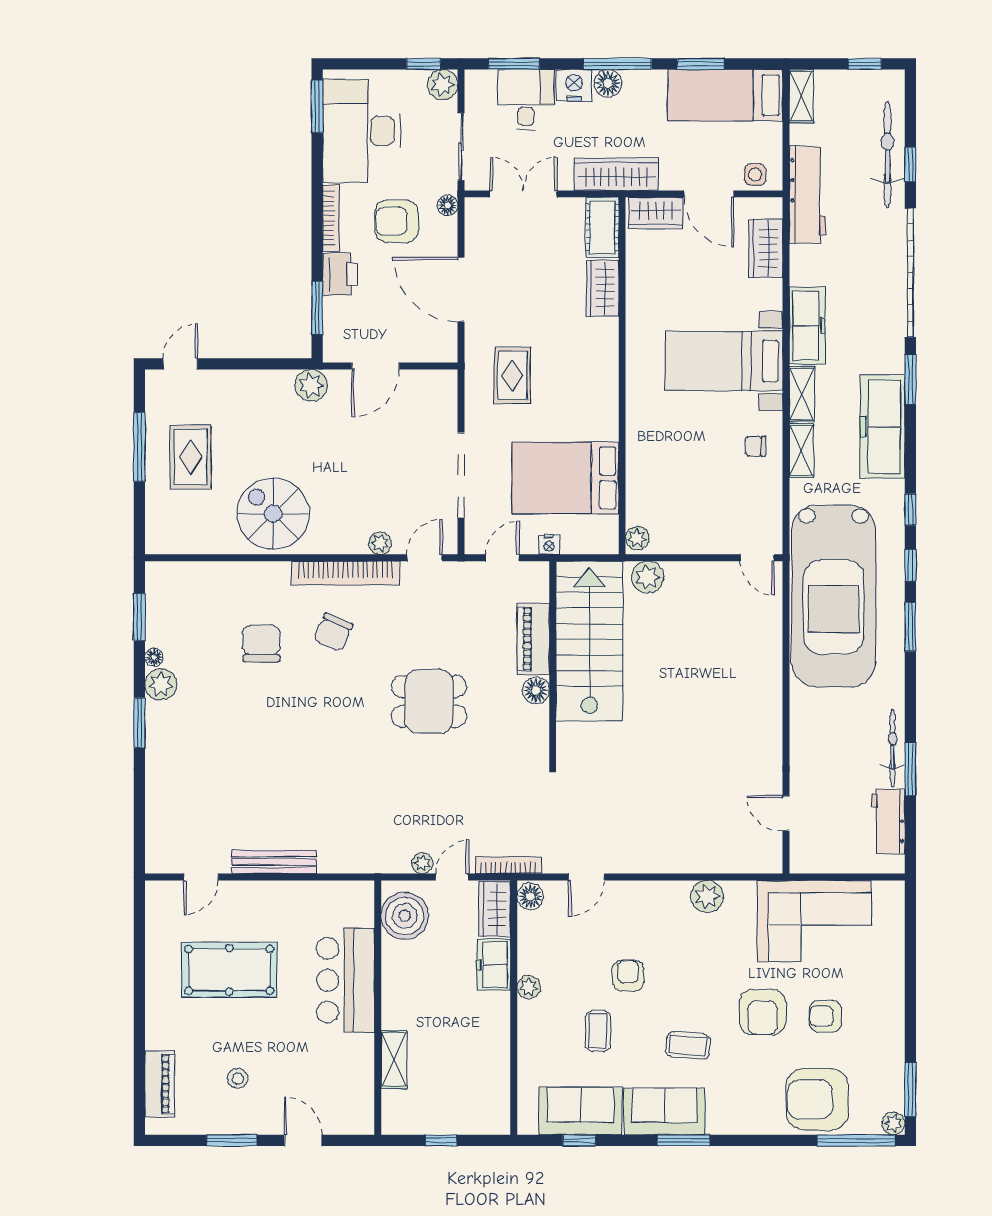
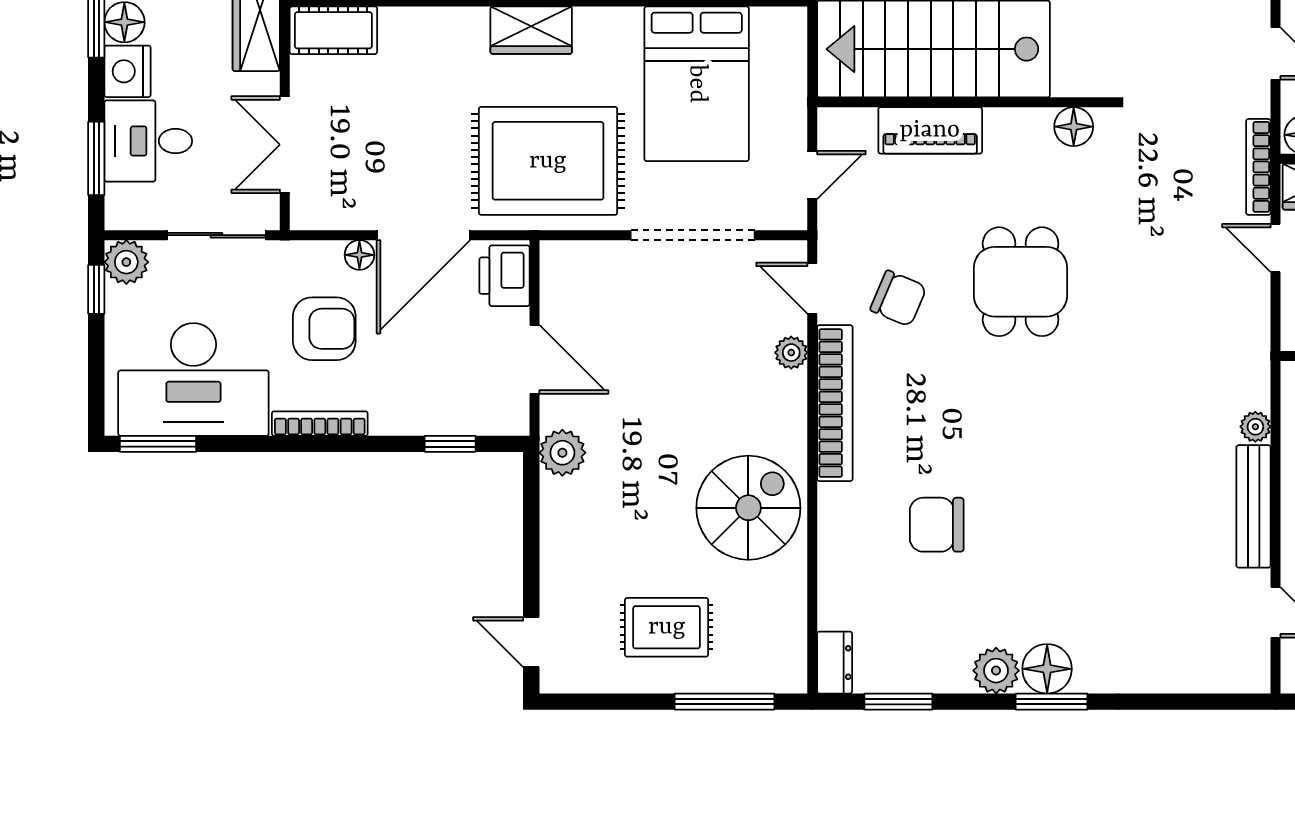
floor lamp: (447, 205) -> (359, 255), moved
armchair: (397, 221) -> (324, 329), turned -90
printer: (340, 274) -> (504, 276), moved, turned -90
wardrobe: (602, 288) -> (531, 30), moved
window: (317, 308) -> (450, 444), width x0.67
rug: (512, 375) -> (548, 161), width x1.86, depth x2.06
window: (139, 447) -> (724, 702), moved
spiral stairs: (273, 514) -> (748, 508), turned 180
nightstand: (549, 545) -> (793, 108), removed
door: (503, 558) -> (812, 175), swing flipped
dresser: (166, 573) -> (835, 663), added
chair: (333, 632) -> (898, 298), moved
floor lamp: (154, 657) -> (1047, 669), moved, width x1.89, depth x1.89
floor lamp: (536, 690) -> (1074, 127), moved
plant: (422, 863) -> (1255, 427), moved

